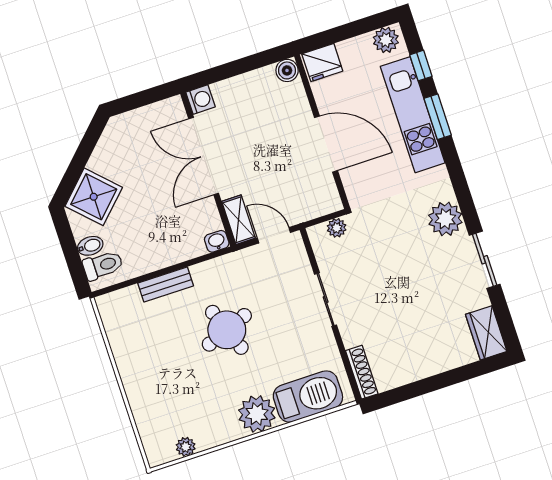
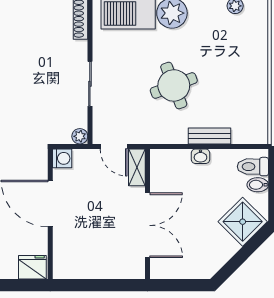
boiler: (287, 70) -> (62, 270), removed
washing machine: (201, 100) -> (62, 158), moved, turned 180
plant: (337, 228) -> (80, 136), moved
washbasin: (217, 241) -> (200, 156), moved

